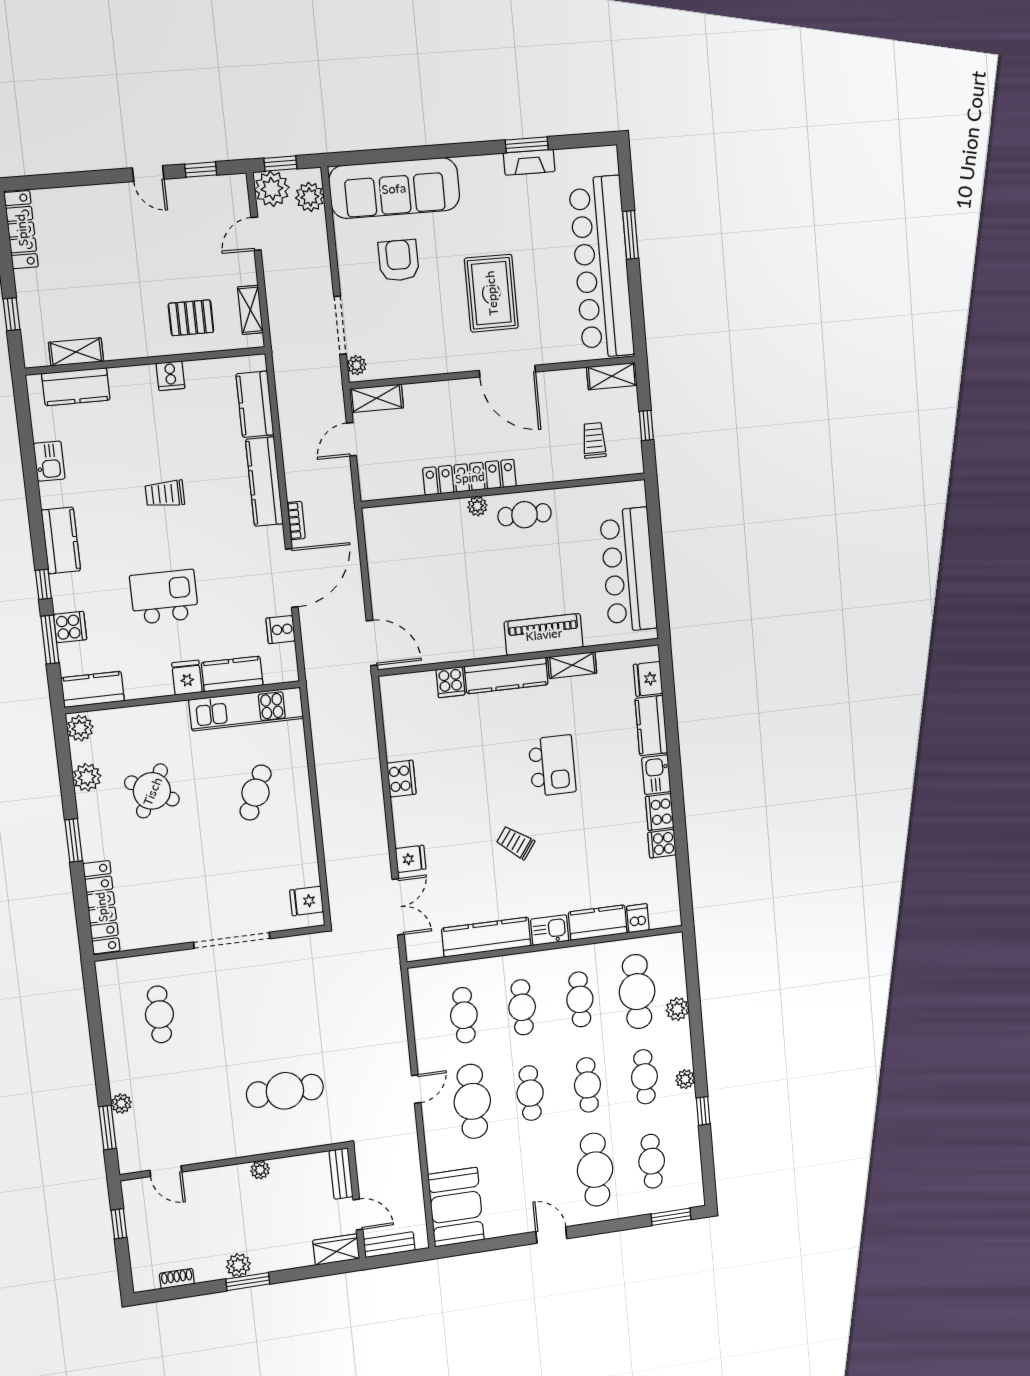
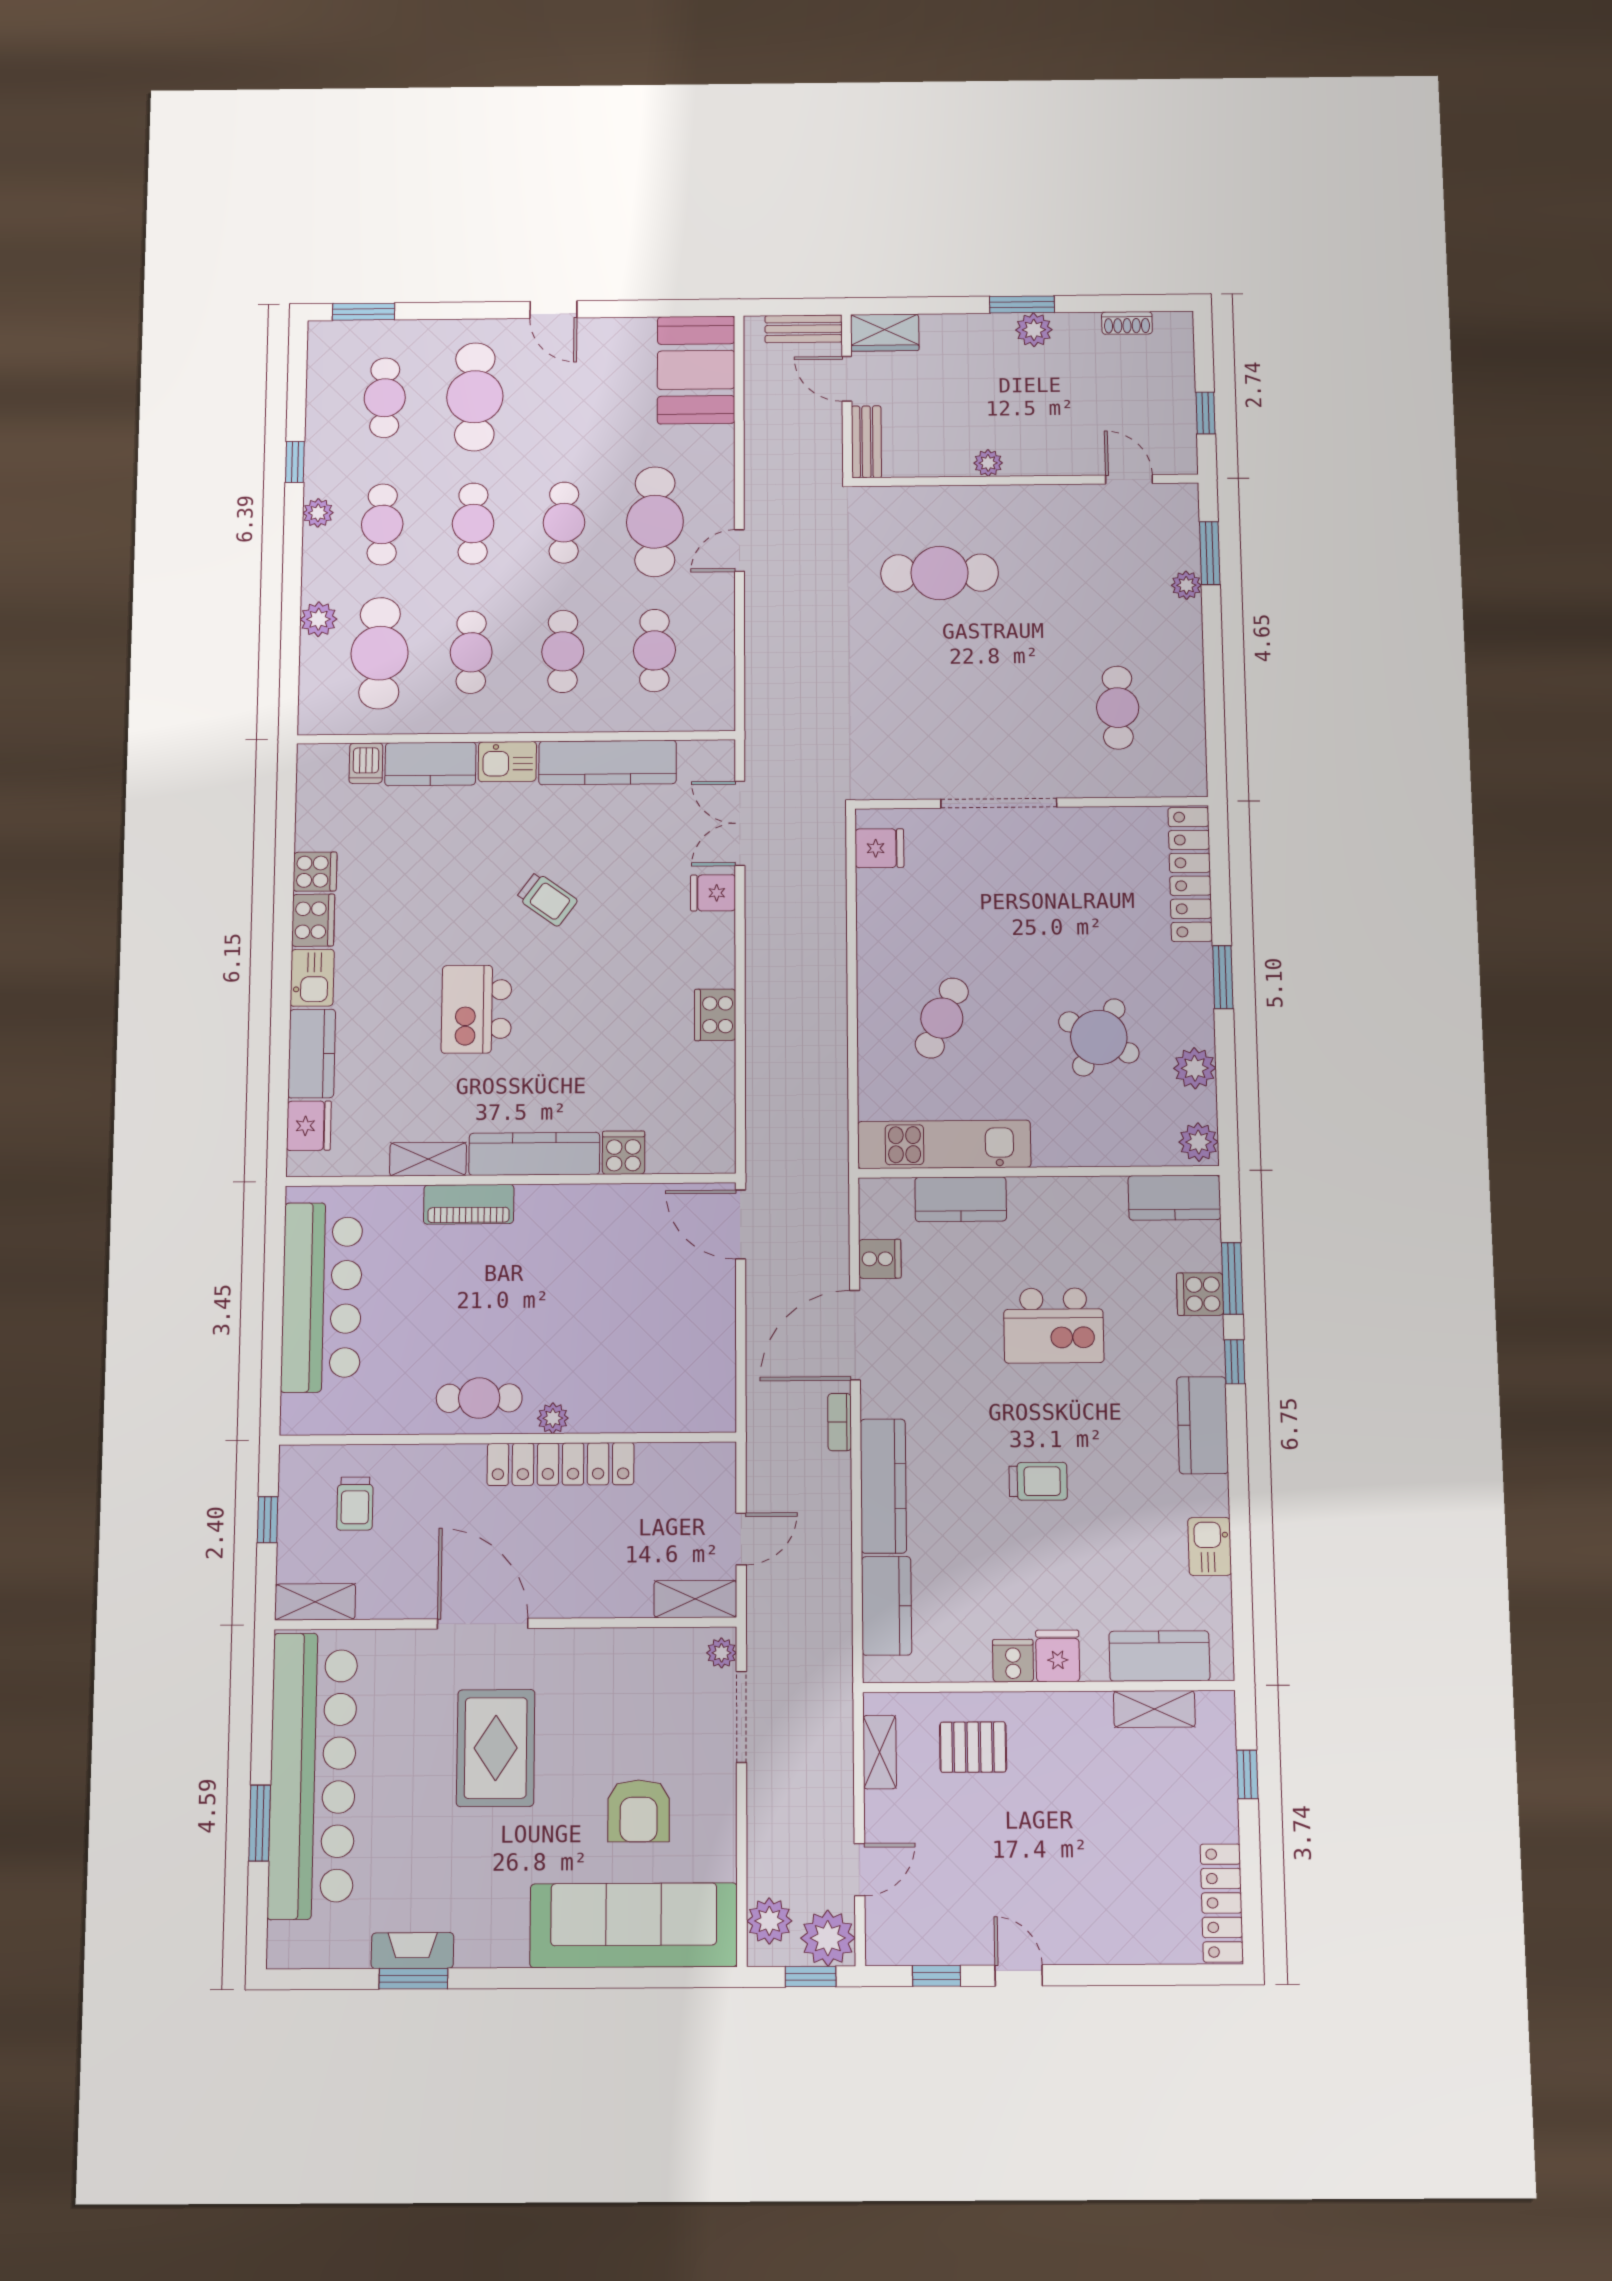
piano: (544, 634) -> (469, 1204), width x0.73, depth x0.75
fridge: (187, 678) -> (1058, 1656), moved, turned 180

